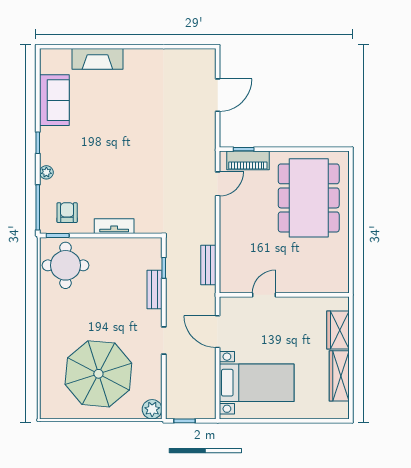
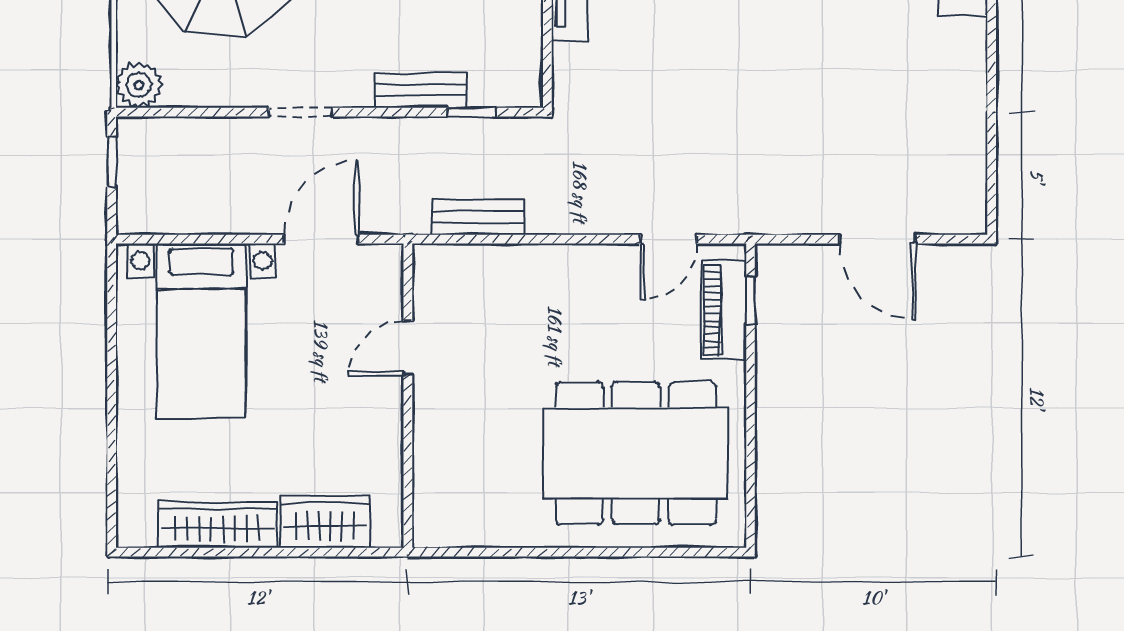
door: (218, 184) -> (669, 239), hinge flipped
door: (264, 295) -> (408, 348), swing flipped

